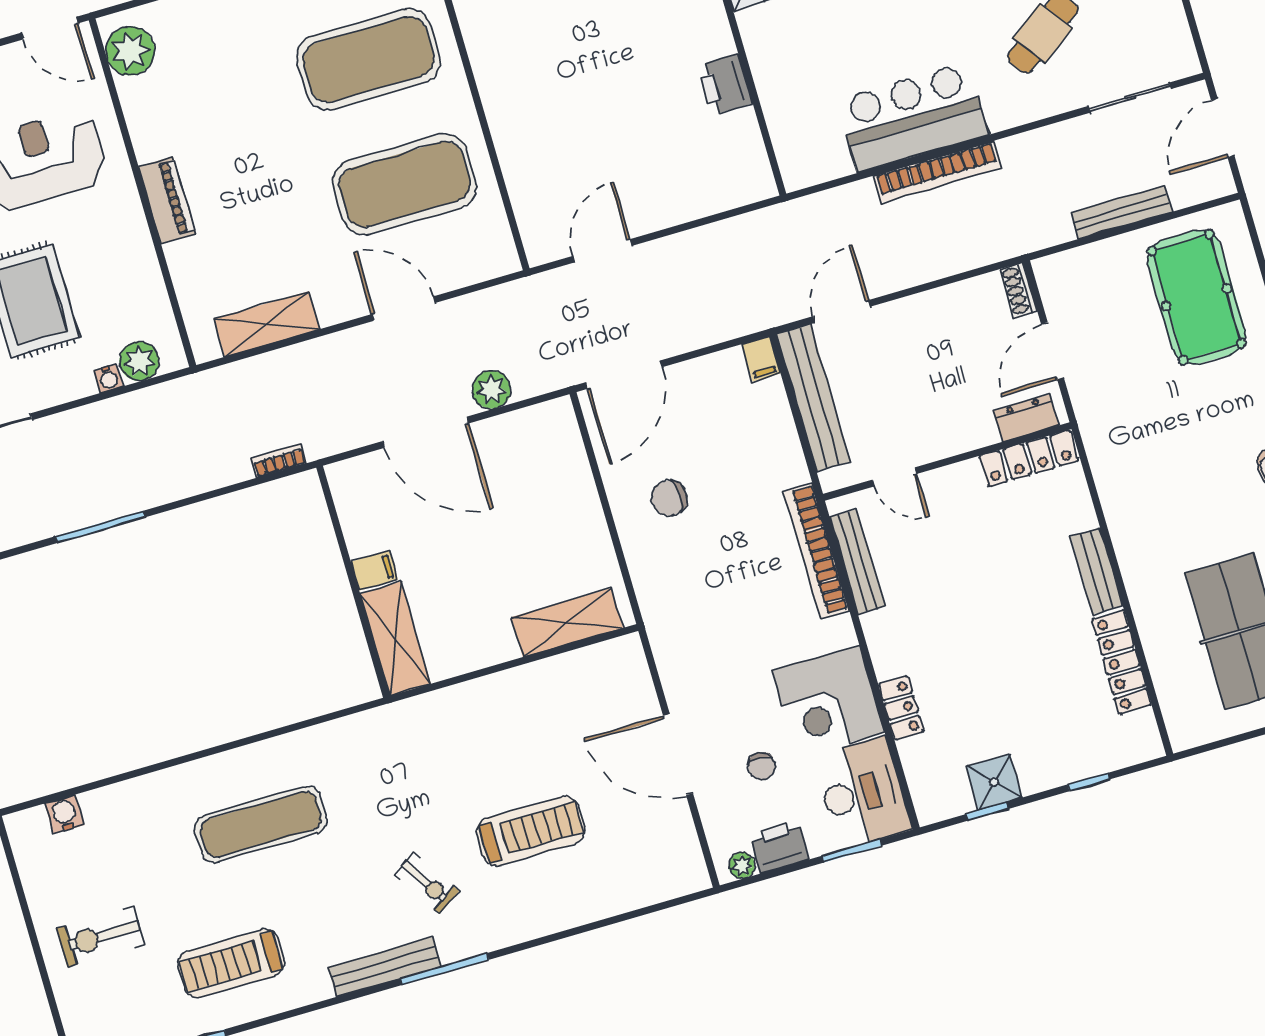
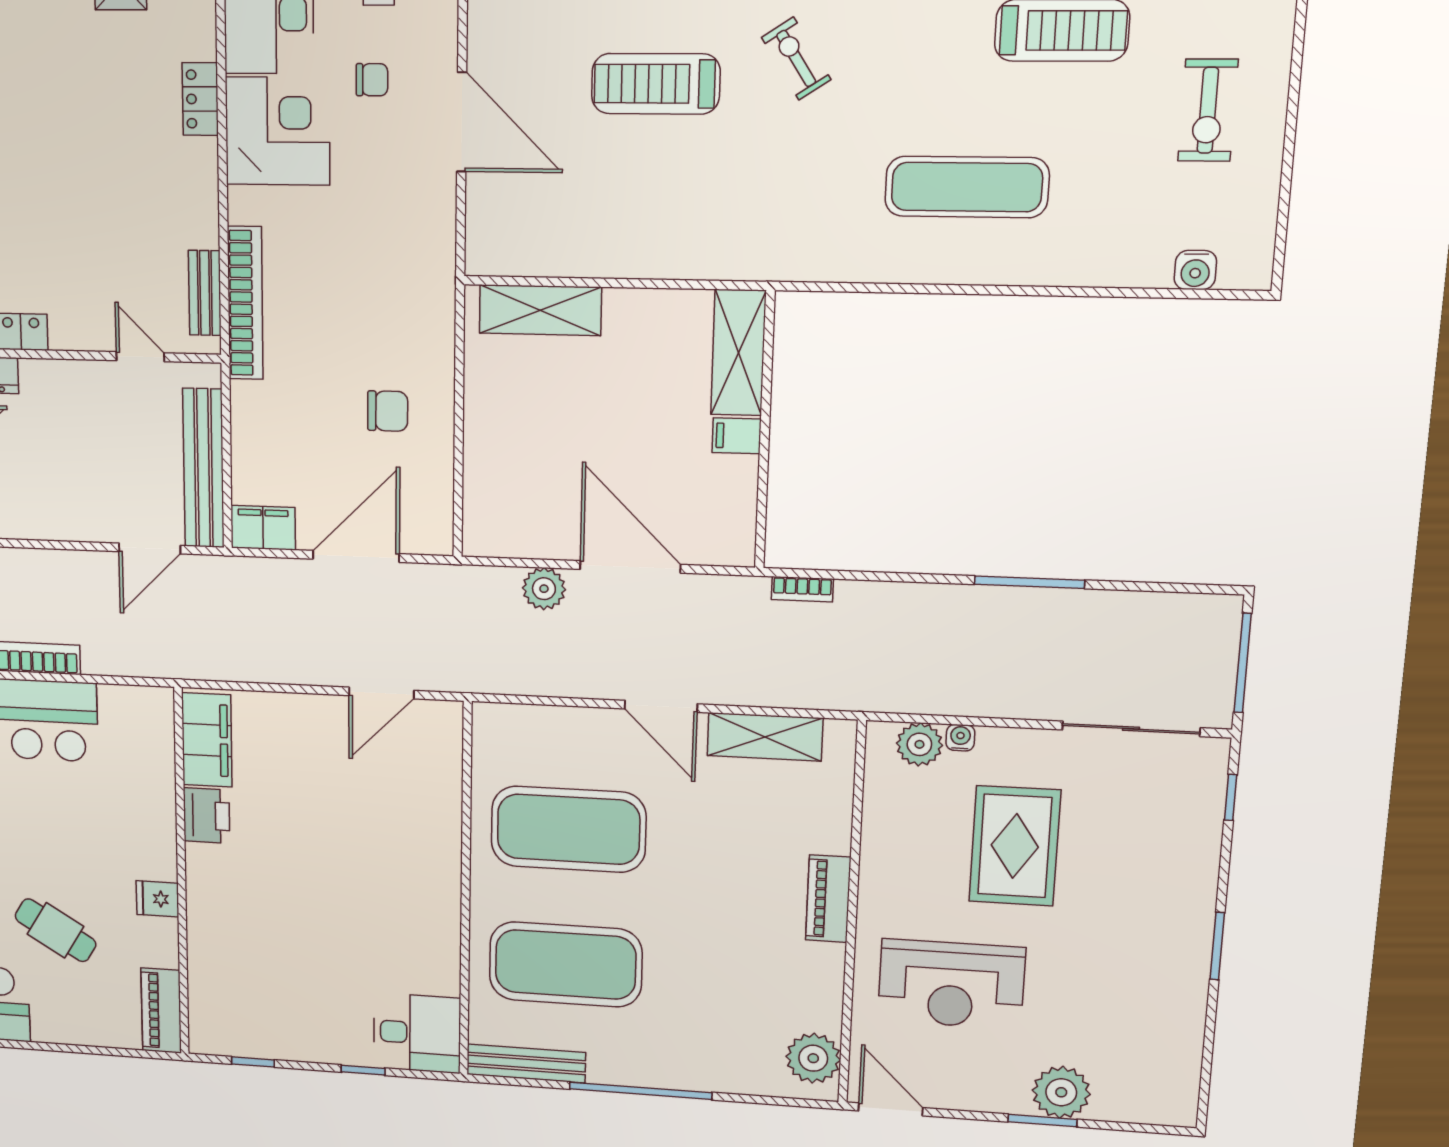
filing cabinet: (744, 155) -> (207, 740), added
door: (404, 309) -> (661, 706), moved
filing cabinet: (761, 359) -> (263, 528), width x2.00
door: (624, 375) -> (356, 556), moved
bench: (857, 562) -> (205, 293), width x0.73
chair: (762, 766) -> (372, 80), turned 90
exercise bike: (100, 937) -> (1208, 110), turned 90

